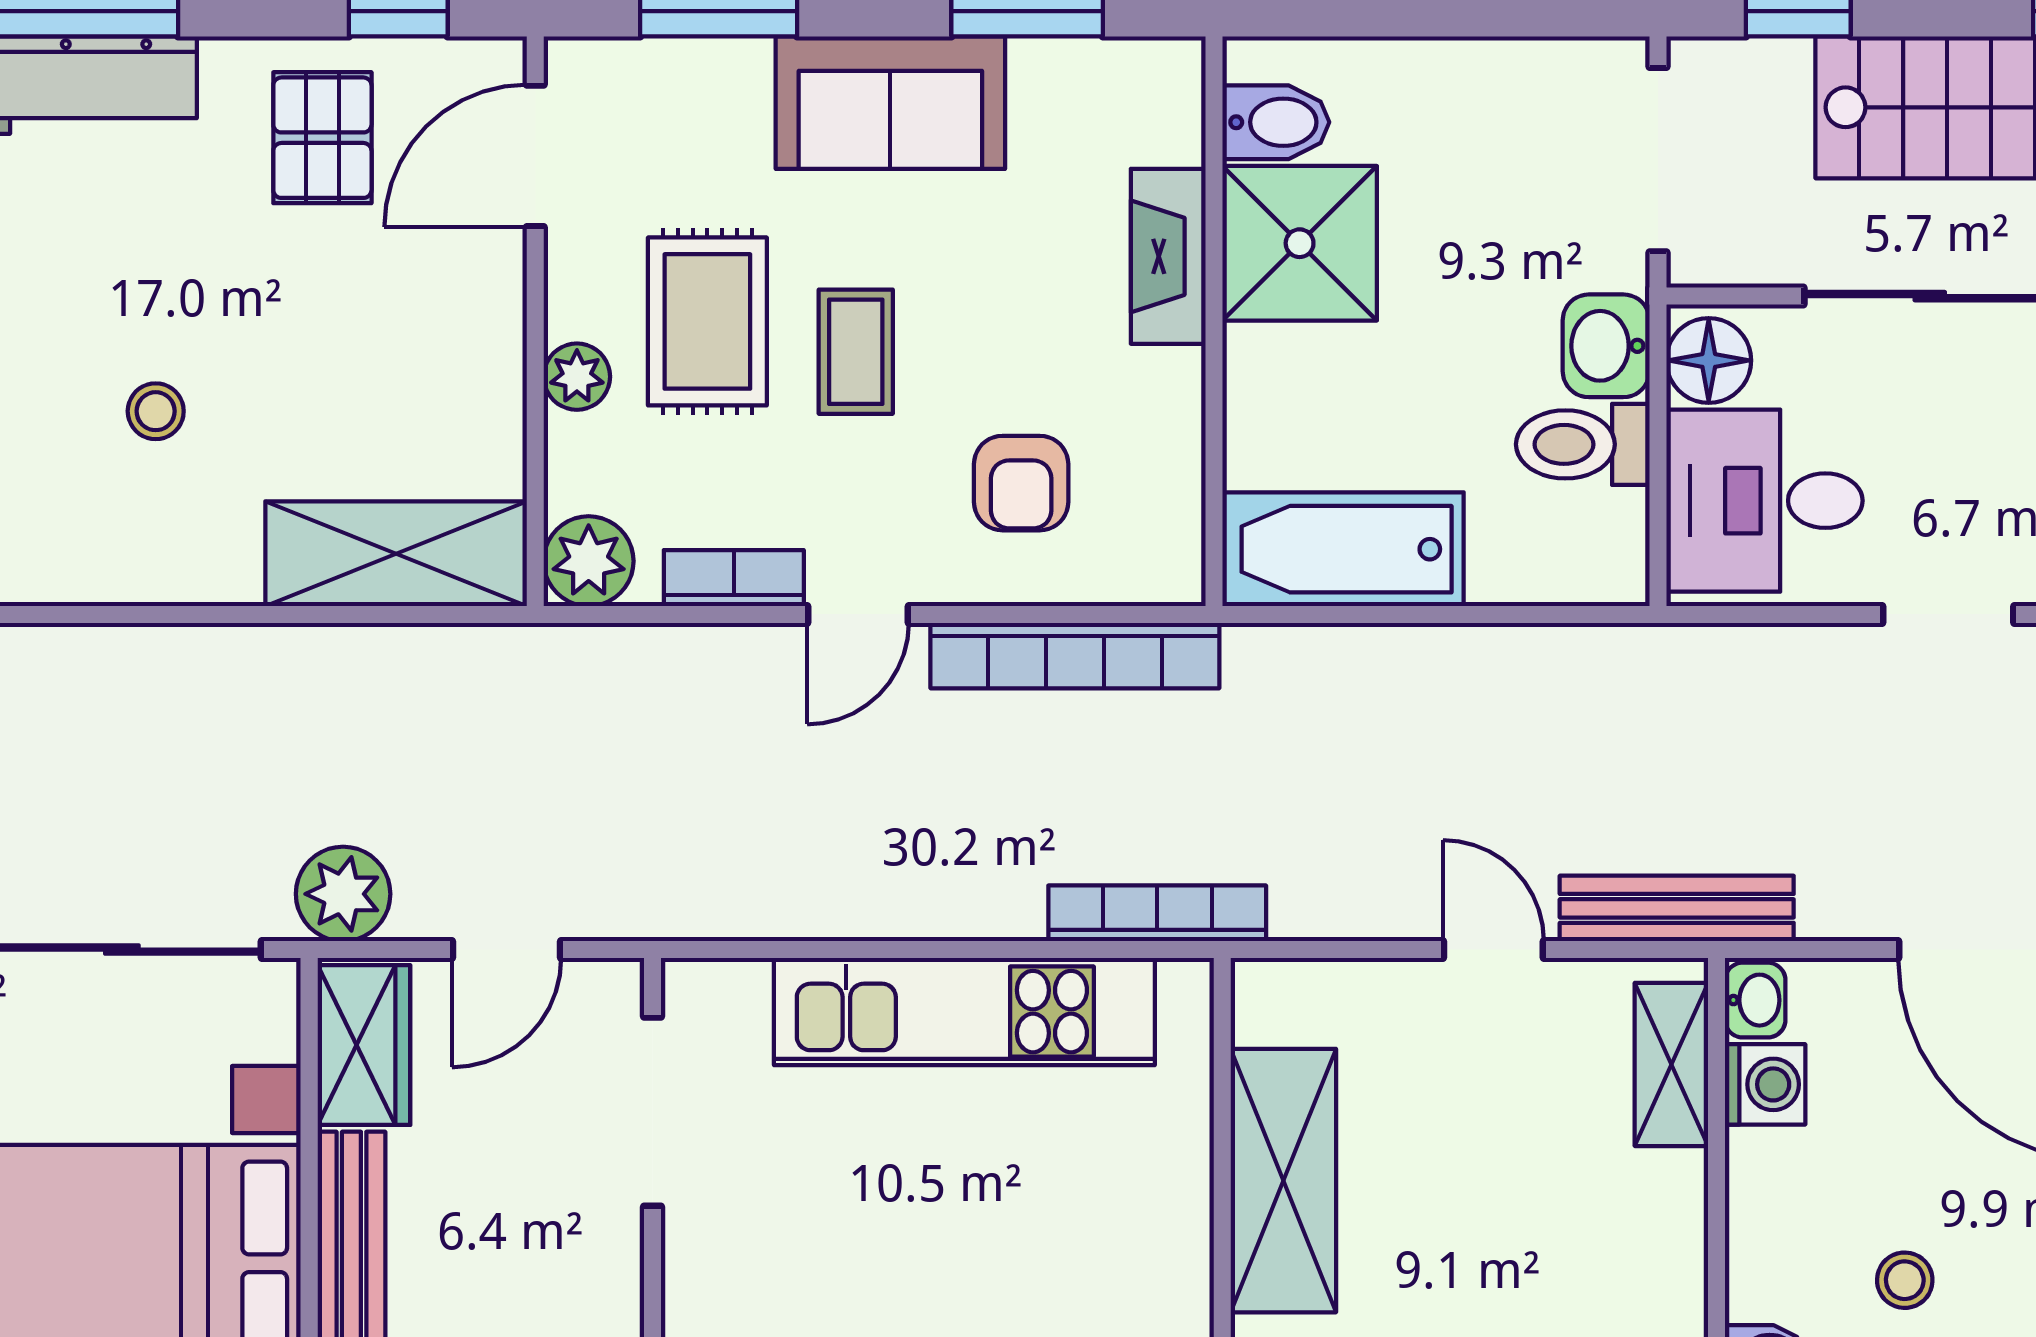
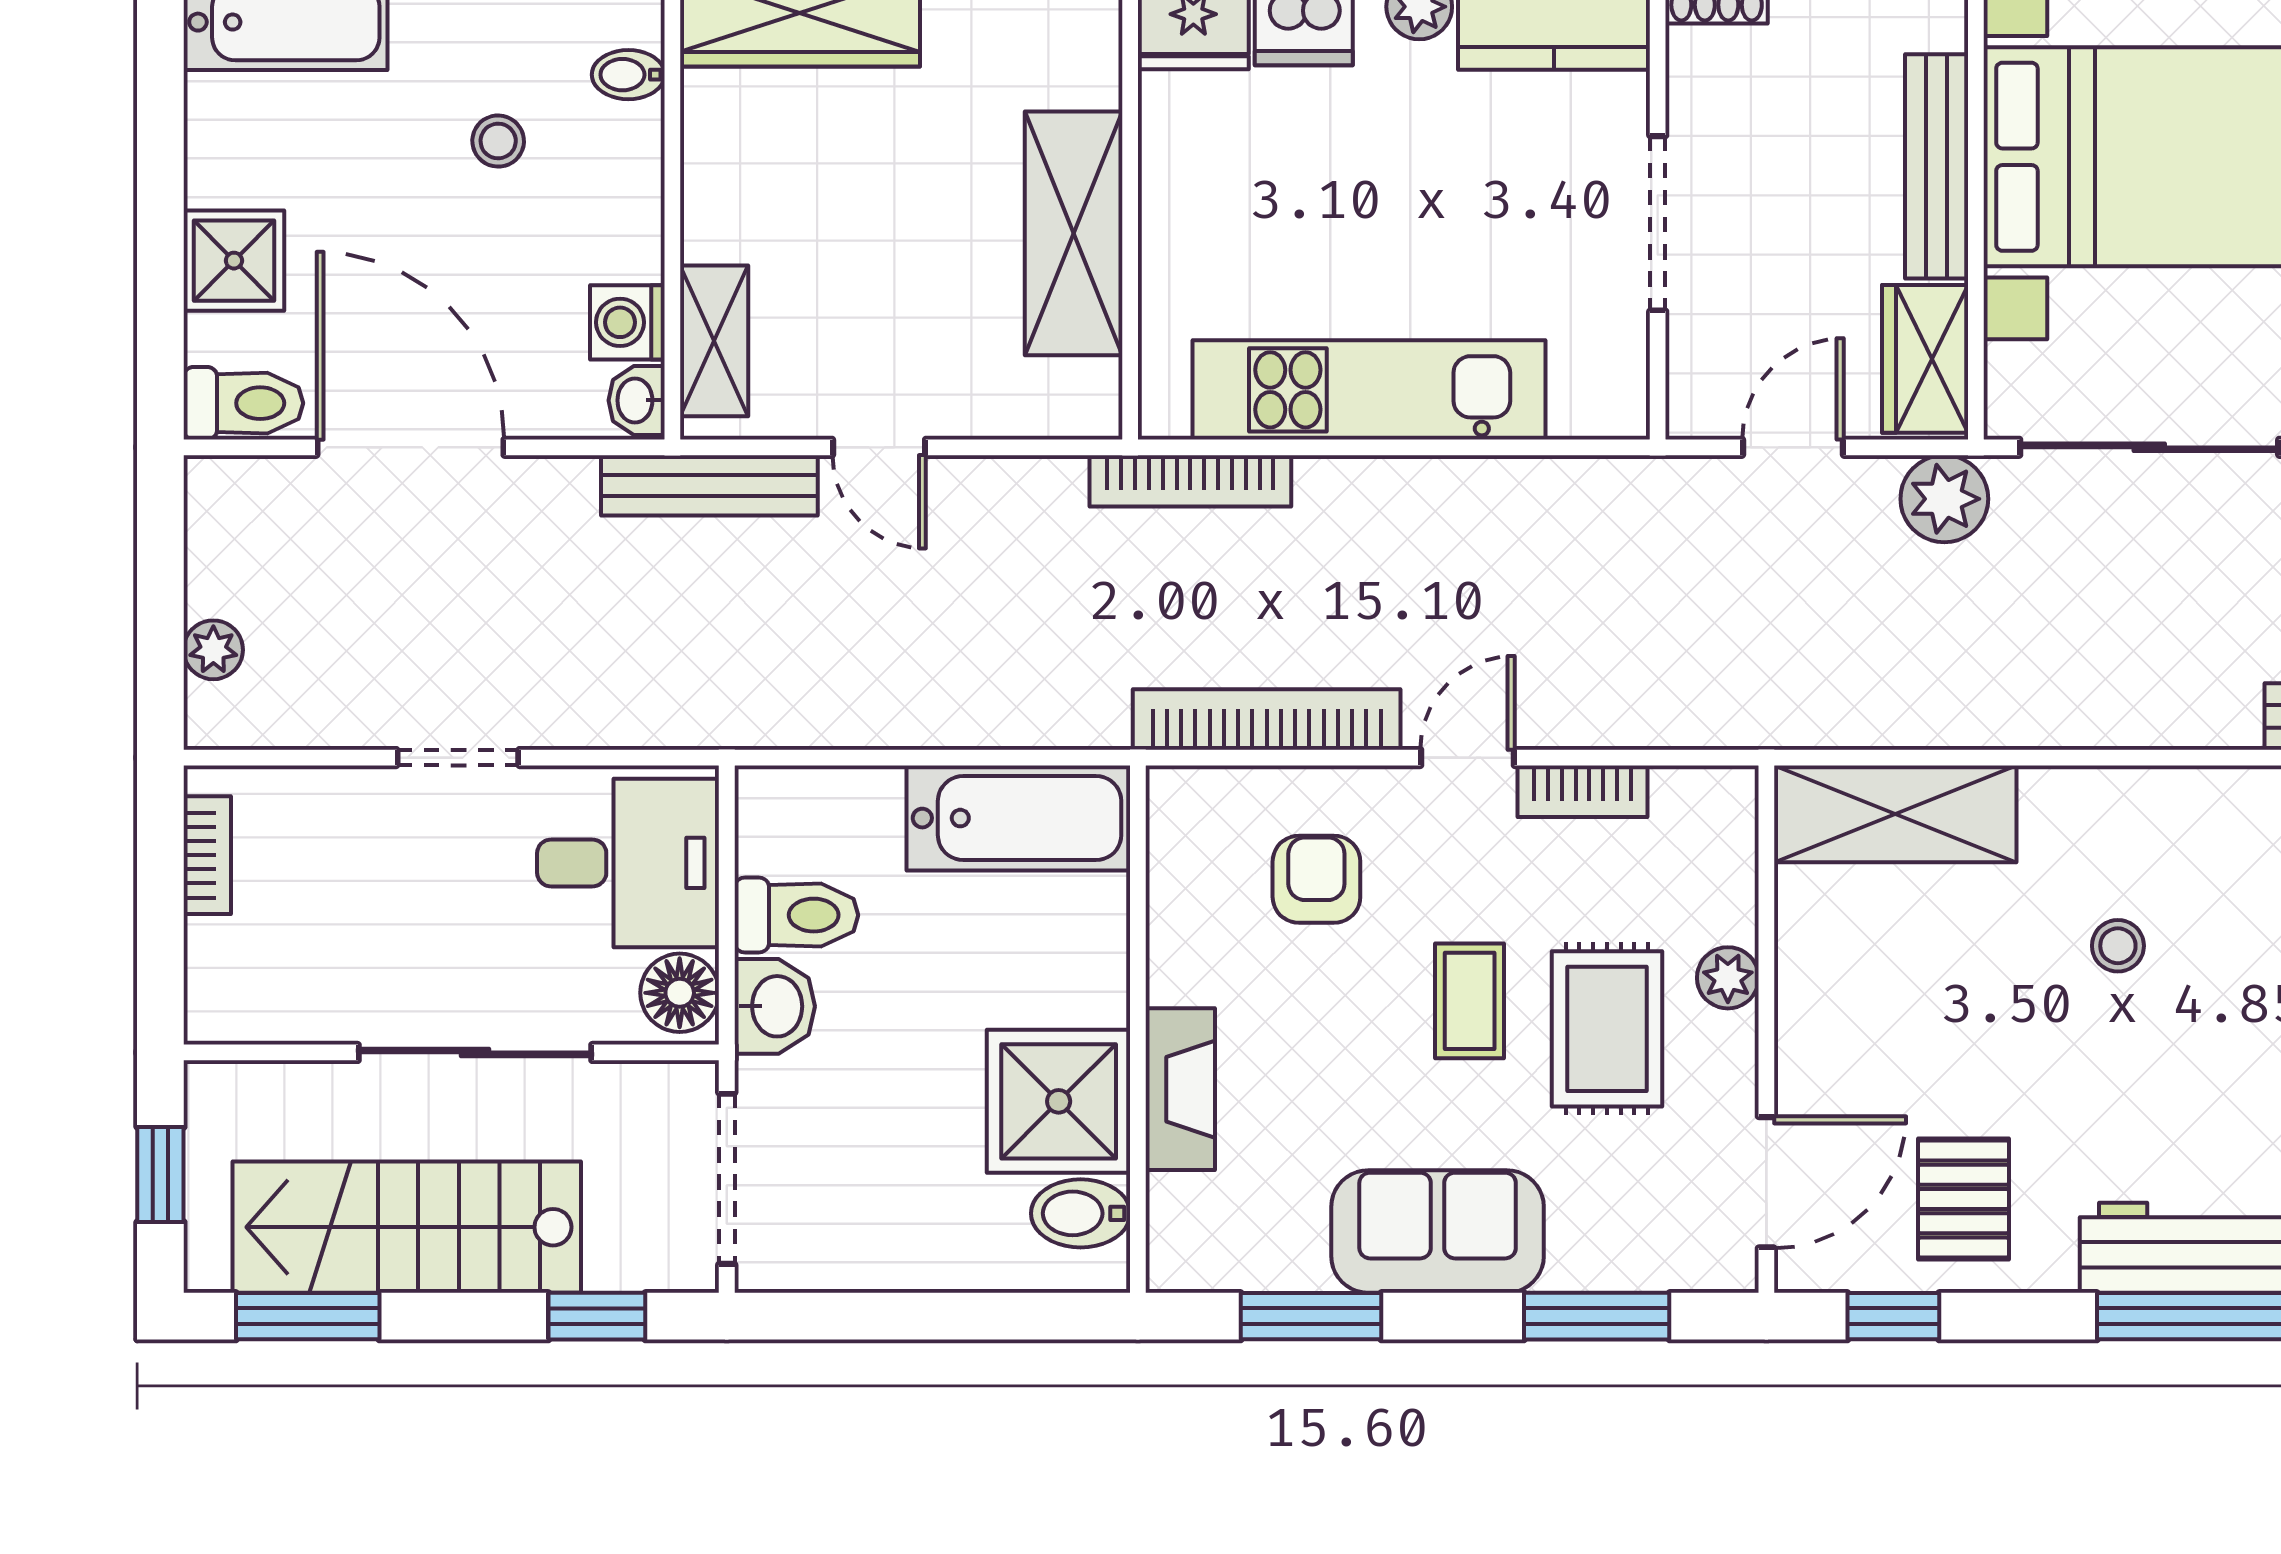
plant: (589, 561) -> (1717, 807), removed
doorway: (653, 1112) -> (1658, 223), moved

